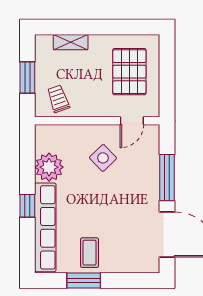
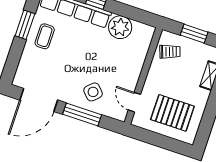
side table: (103, 158) -> (93, 92), moved
coffee table: (90, 253) -> (45, 36), turned 90

